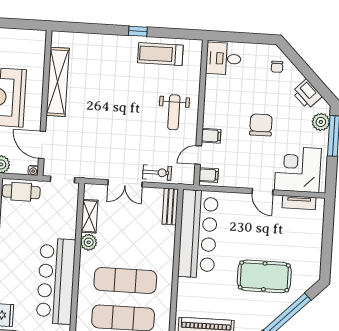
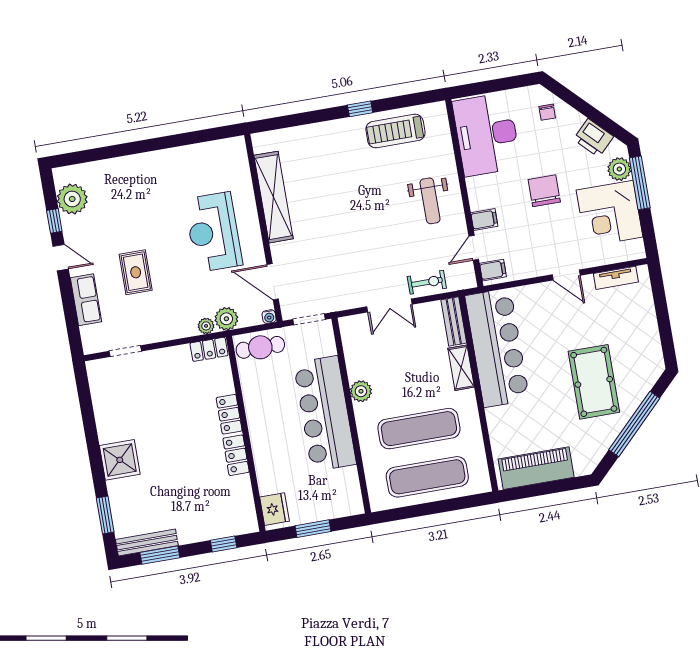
desk: (224, 59) -> (487, 134), width x1.87, depth x1.30
corner desk: (298, 169) -> (609, 214), moved, turned -90
shelving: (89, 216) -> (461, 368), moved
pool table: (264, 276) -> (594, 382), turned 90
bar counter: (56, 281) -> (325, 414), moved

